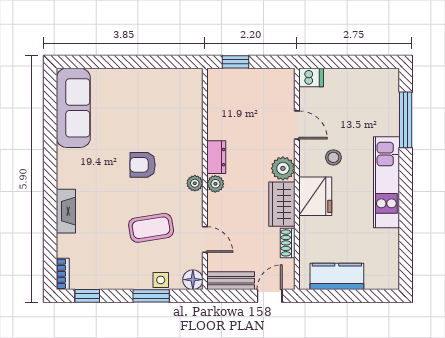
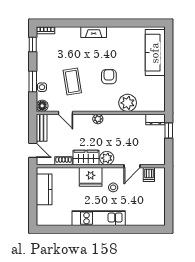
dishwasher: (311, 78) -> (149, 174), moved
sofa: (73, 108) -> (155, 53), moved, turned 90
window: (406, 120) -> (135, 229), removed
dresser: (216, 157) -> (155, 119), moved
plant: (195, 183) -> (128, 103), moved, width x1.88, depth x1.88
fireplace: (66, 211) -> (94, 32), moved
door: (205, 239) -> (65, 113), hinge flipped

